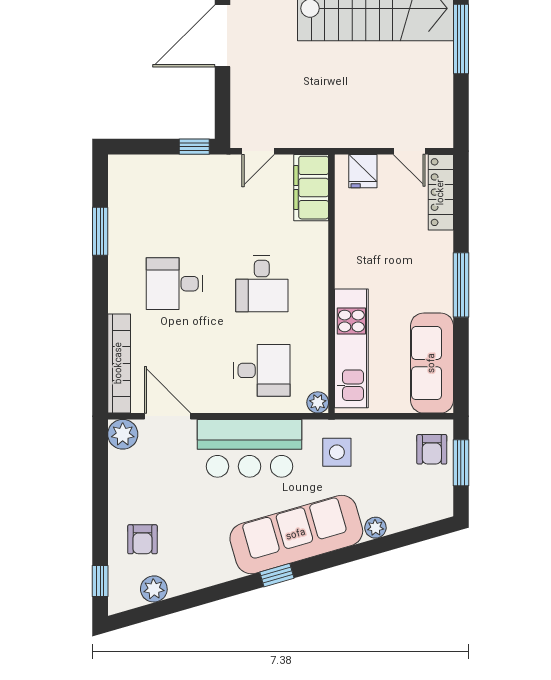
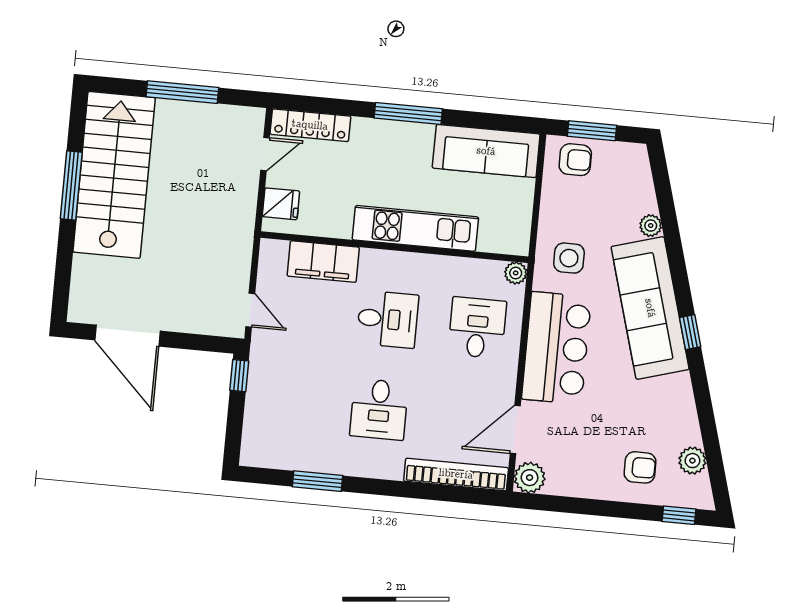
window: (461, 39) -> (182, 92), moved
filing cabinet: (311, 188) -> (323, 262), moved
kitchen unit: (351, 348) -> (415, 228), moved

